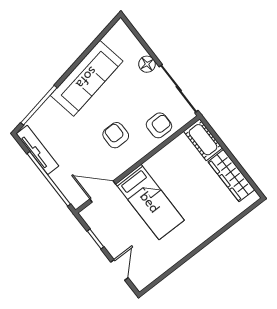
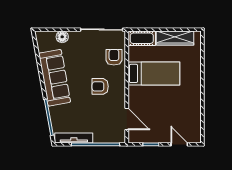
floor lamp: (147, 64) -> (62, 37), moved
door: (103, 191) -> (127, 119), swing flipped
bed: (150, 202) -> (154, 73), moved

